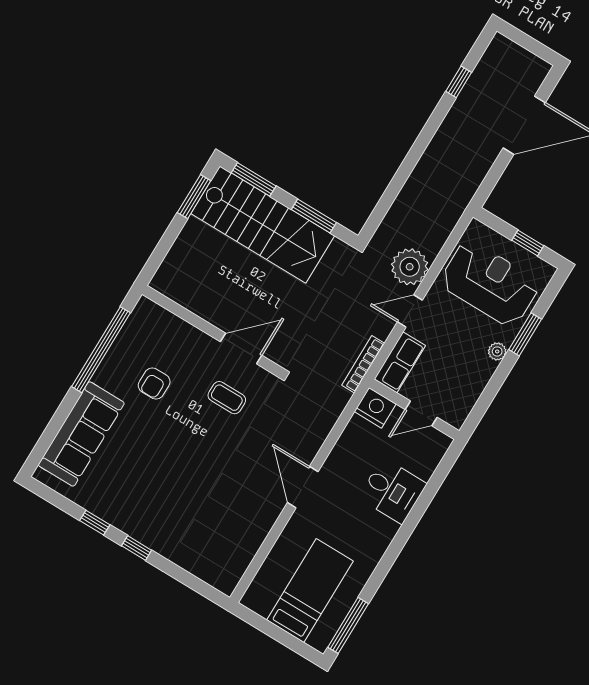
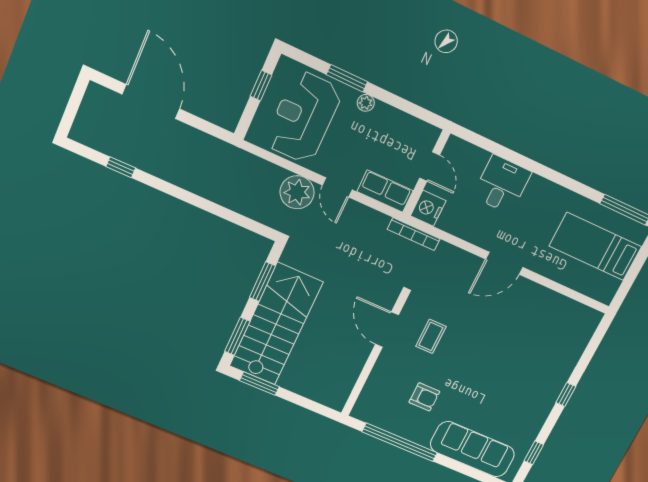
bookcase: (363, 364) -> (414, 234), moved
window: (95, 523) -> (534, 453), moved

